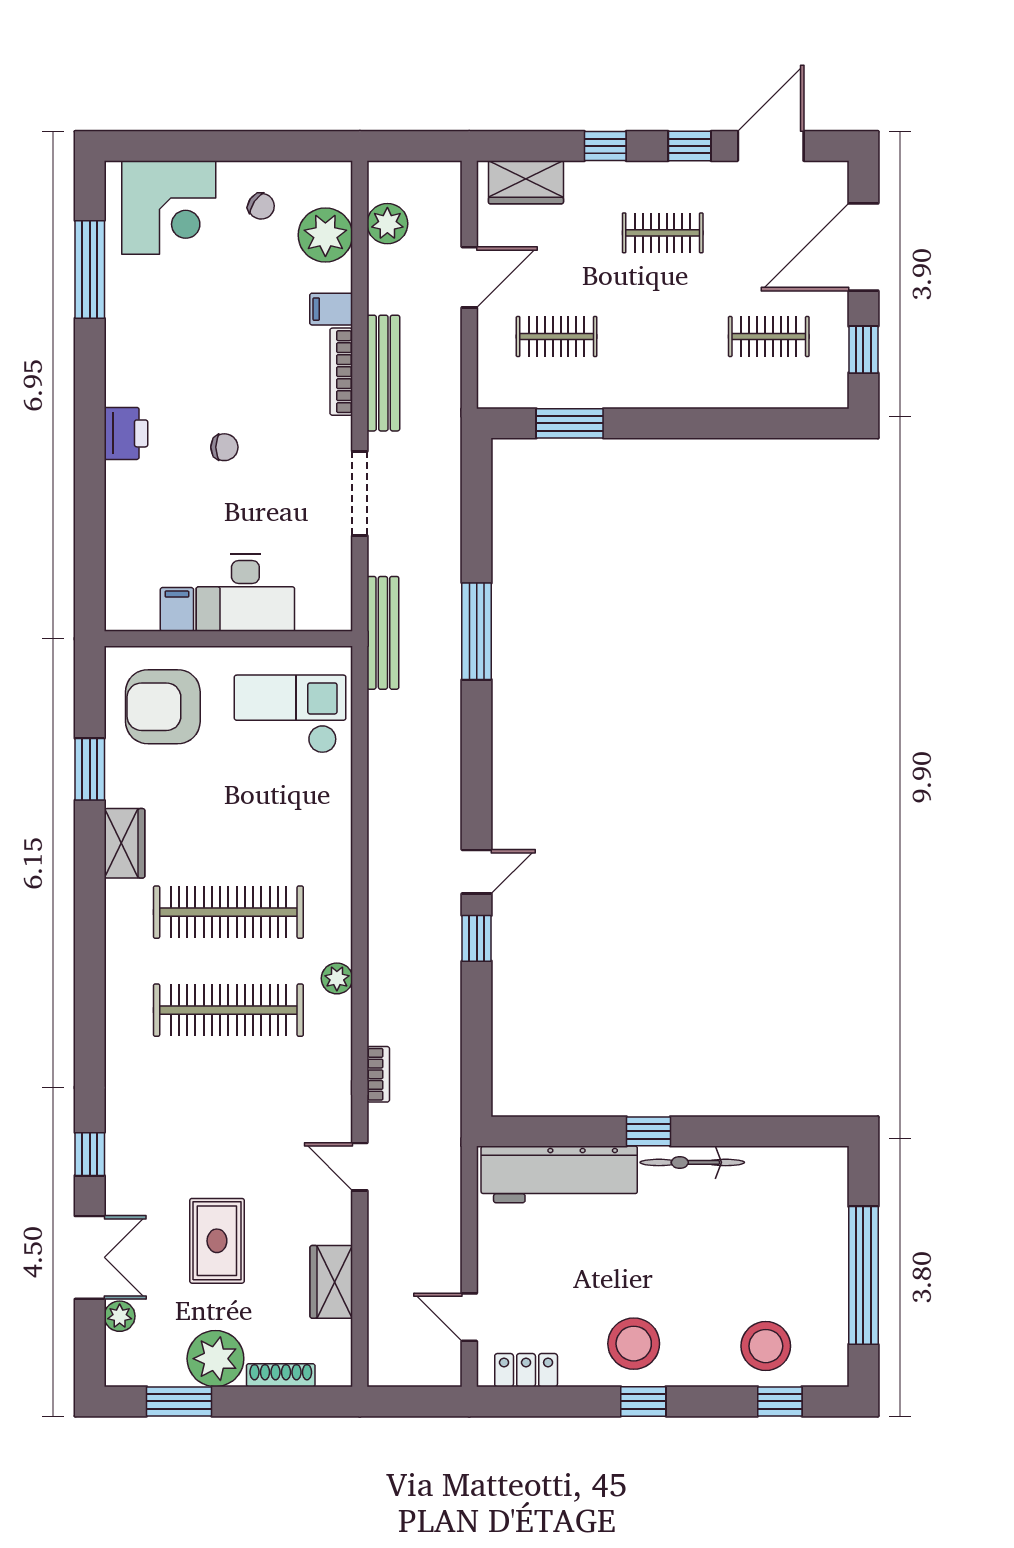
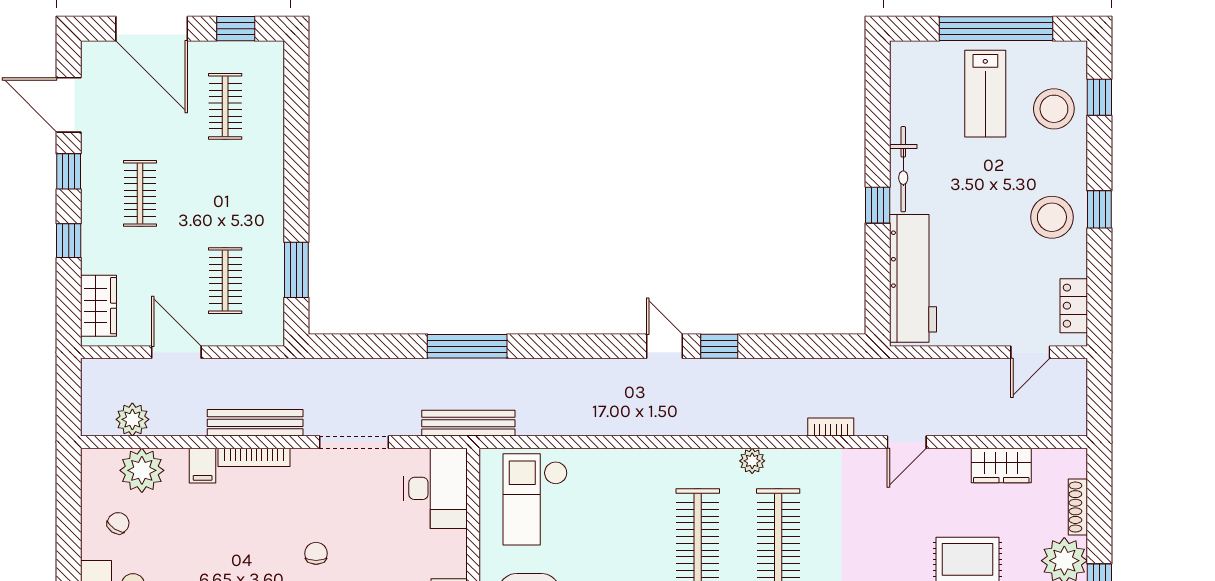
desk: (245, 593) -> (436, 488), moved
lab bench: (784, 1262) -> (985, 94), added

